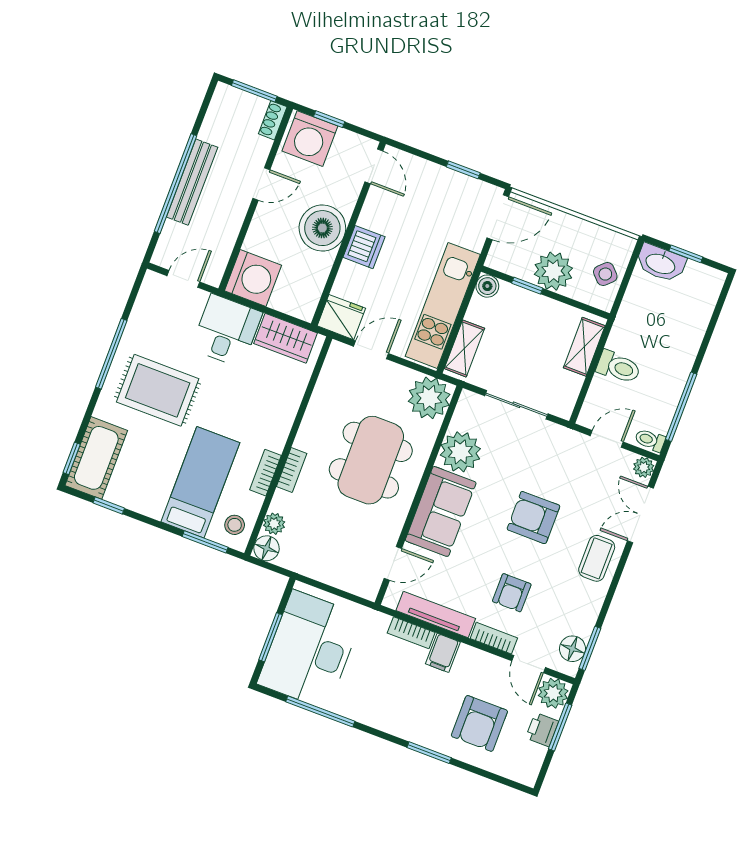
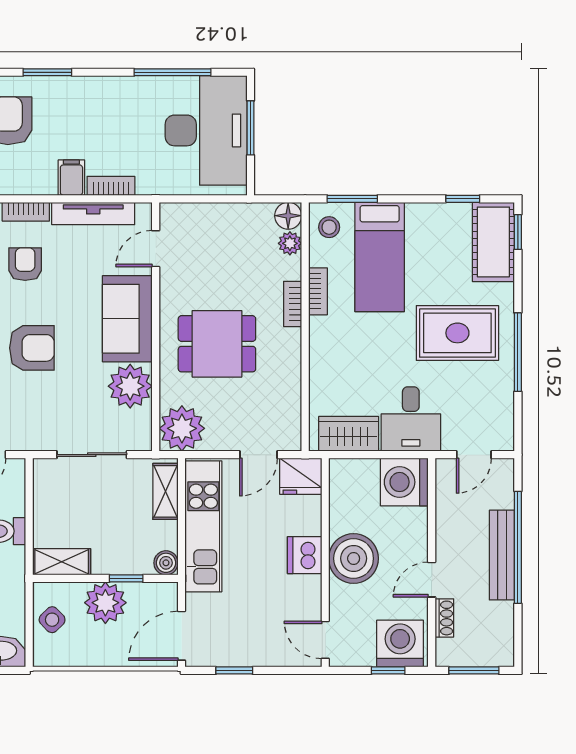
shoe rack: (273, 120) -> (444, 618), moved
shelving: (584, 347) -> (62, 562), moved, turned 90
dining table: (371, 460) -> (217, 344), width x0.73

